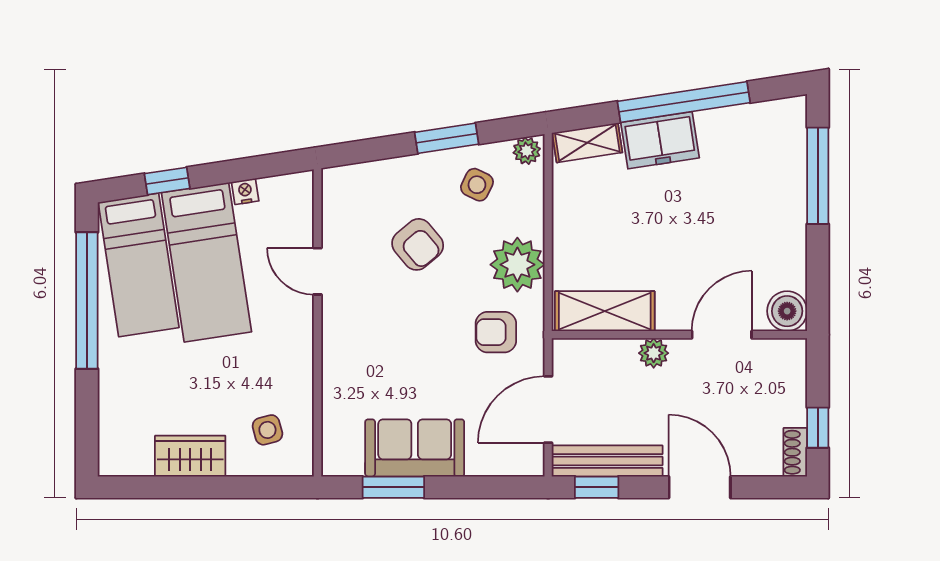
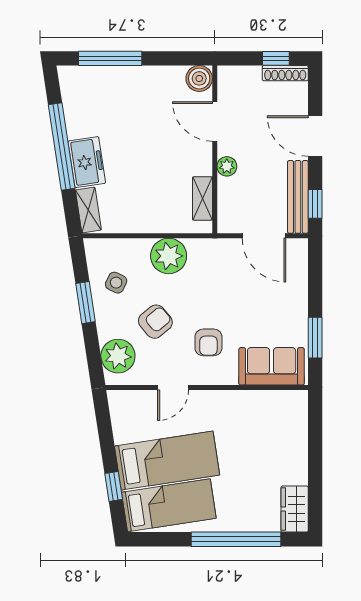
plant: (527, 151) -> (118, 356), moved, width x1.87, depth x1.87
nightstand: (245, 191) -> (120, 435), removed
window: (87, 300) -> (236, 539), moved
shelving: (605, 311) -> (203, 198), width x0.67, depth x0.75
armchair: (496, 332) -> (208, 342), moved
side table: (267, 430) -> (277, 420), removed
sofa: (415, 448) -> (272, 366), moved, turned 90
shoe rack: (795, 452) -> (285, 73), width x1.43
wardrobe: (190, 456) -> (295, 509), moved
door: (700, 487) -> (315, 136), hinge flipped

